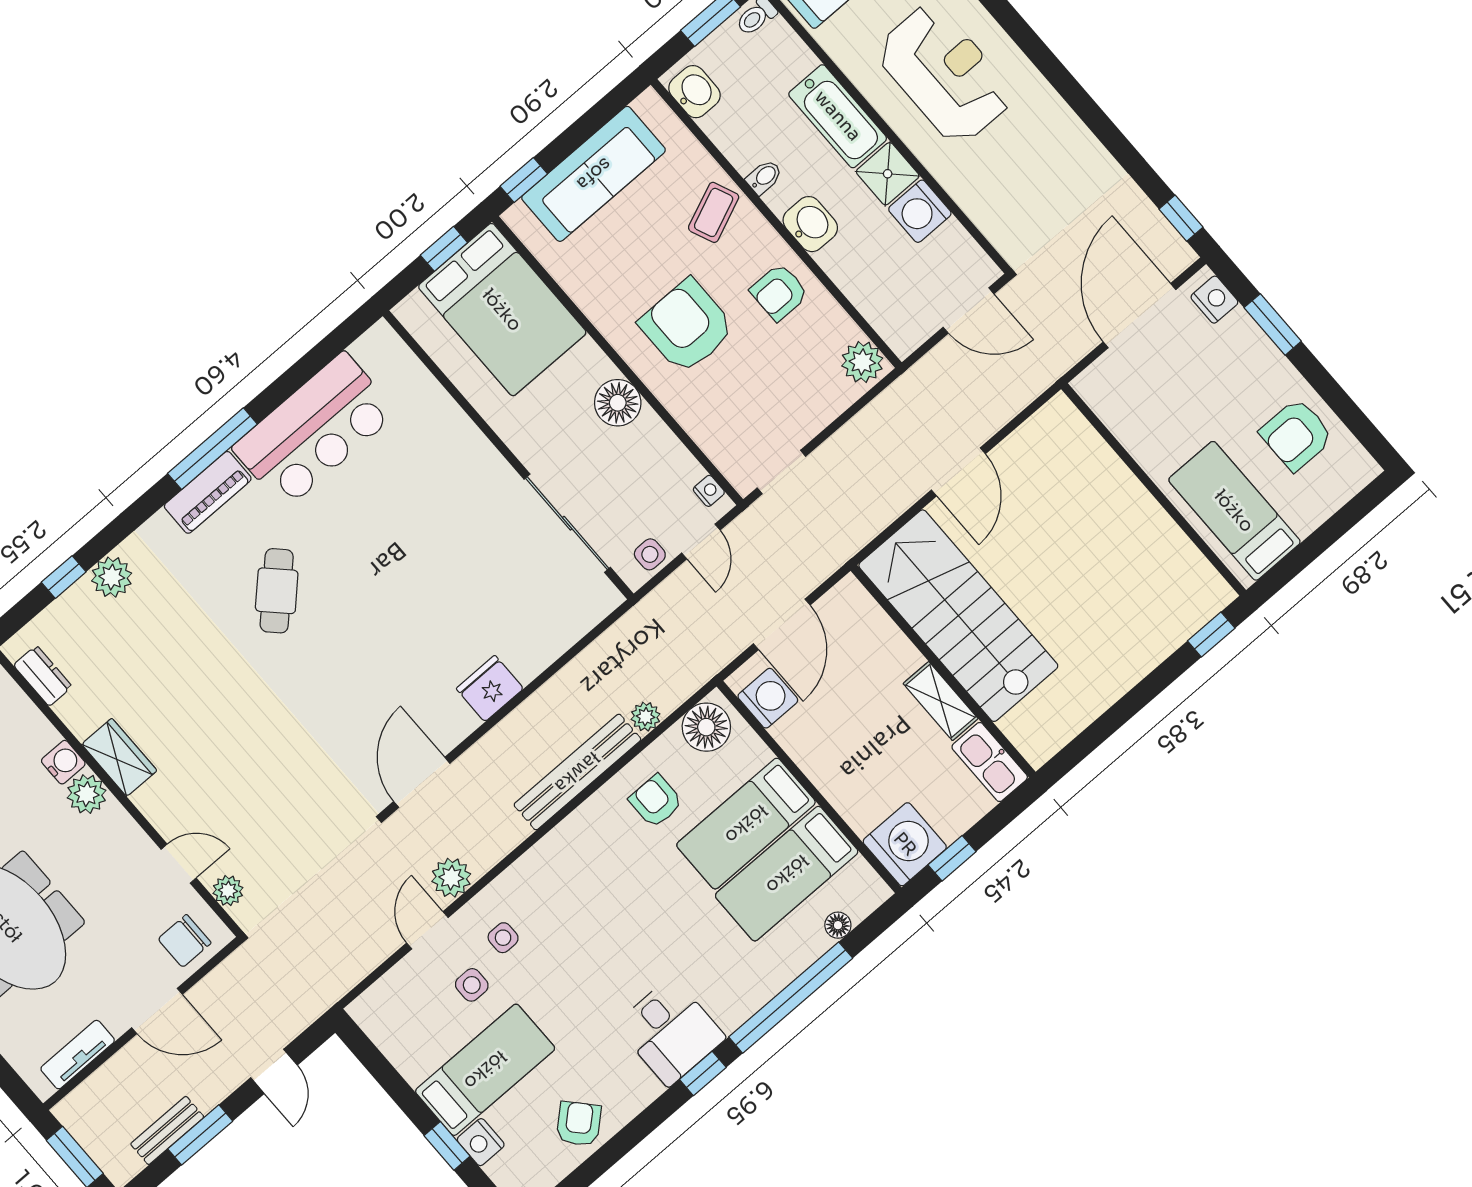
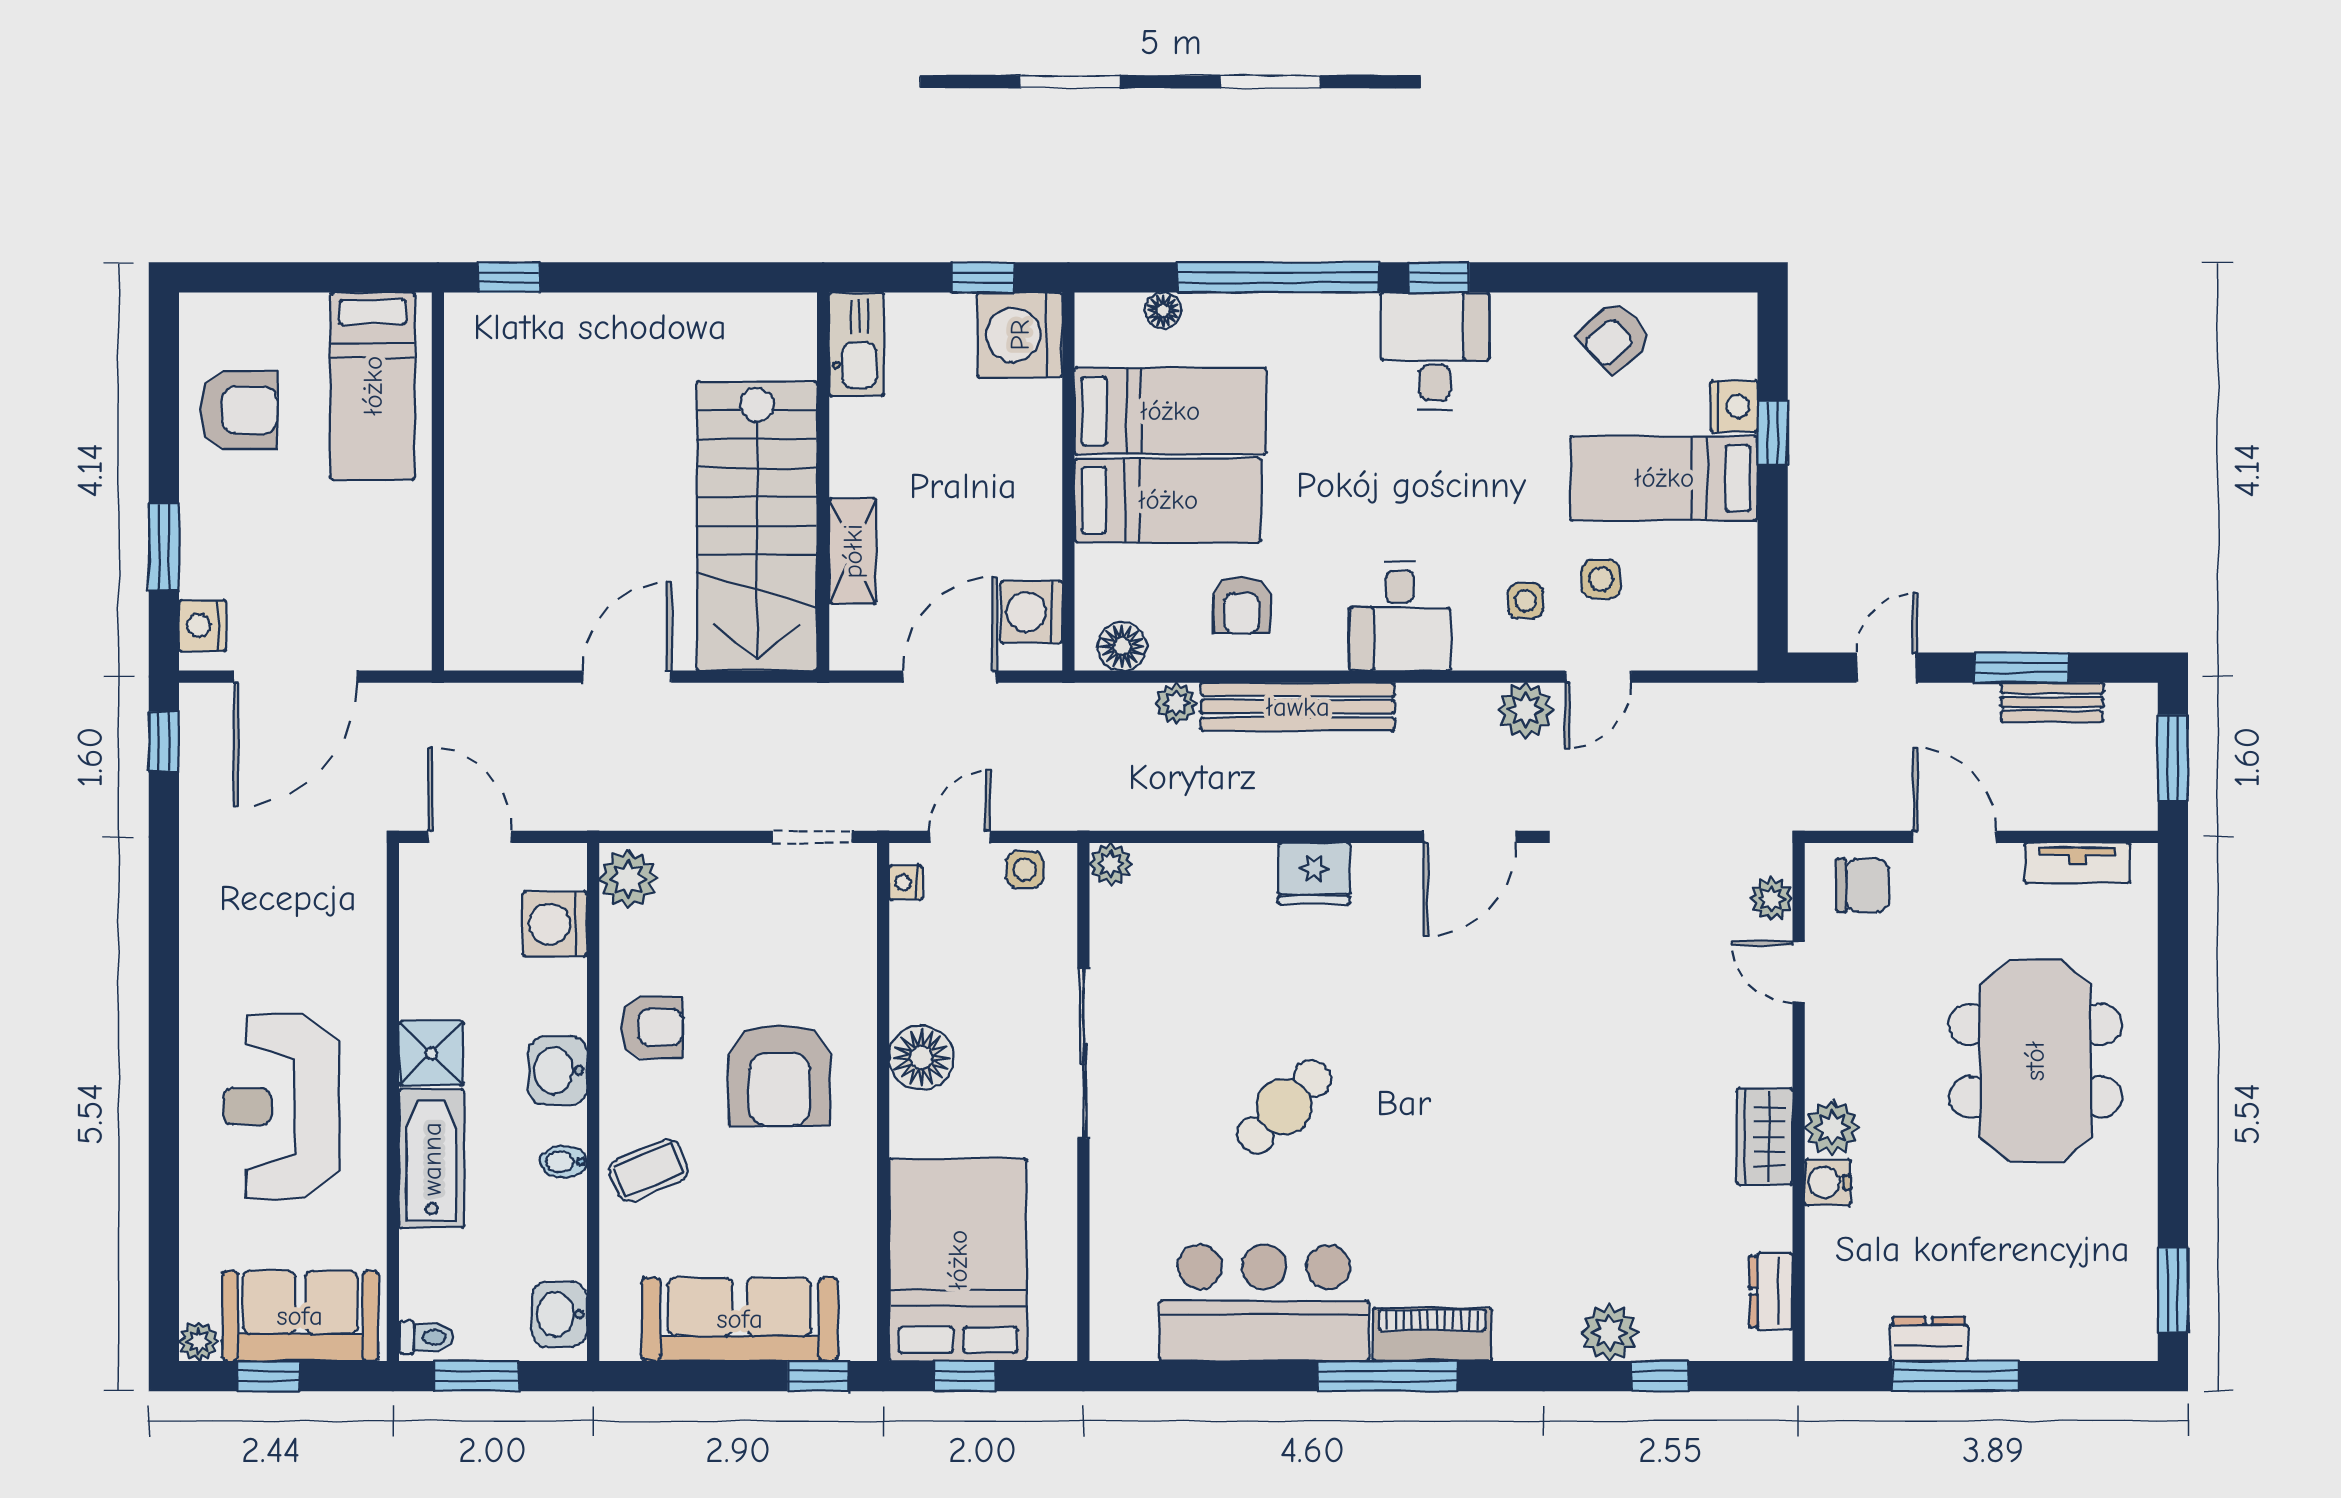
washing machine: (920, 211) -> (555, 924), moved, turned 180
sliding door: (567, 523) -> (1083, 1053), moved
cafe table: (277, 591) -> (1284, 1107), moved
plant: (606, 598) -> (1111, 864), added
shelving: (941, 701) -> (853, 551), moved
floor lamp: (706, 727) -> (1122, 646), width x0.73, depth x0.73
desk: (564, 870) -> (1400, 616), added

